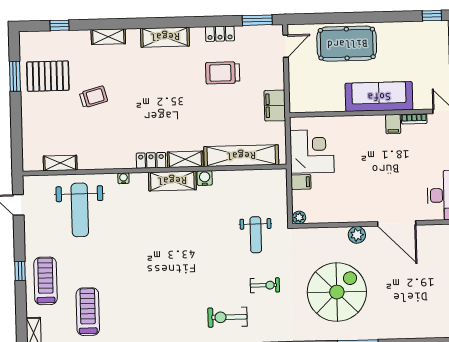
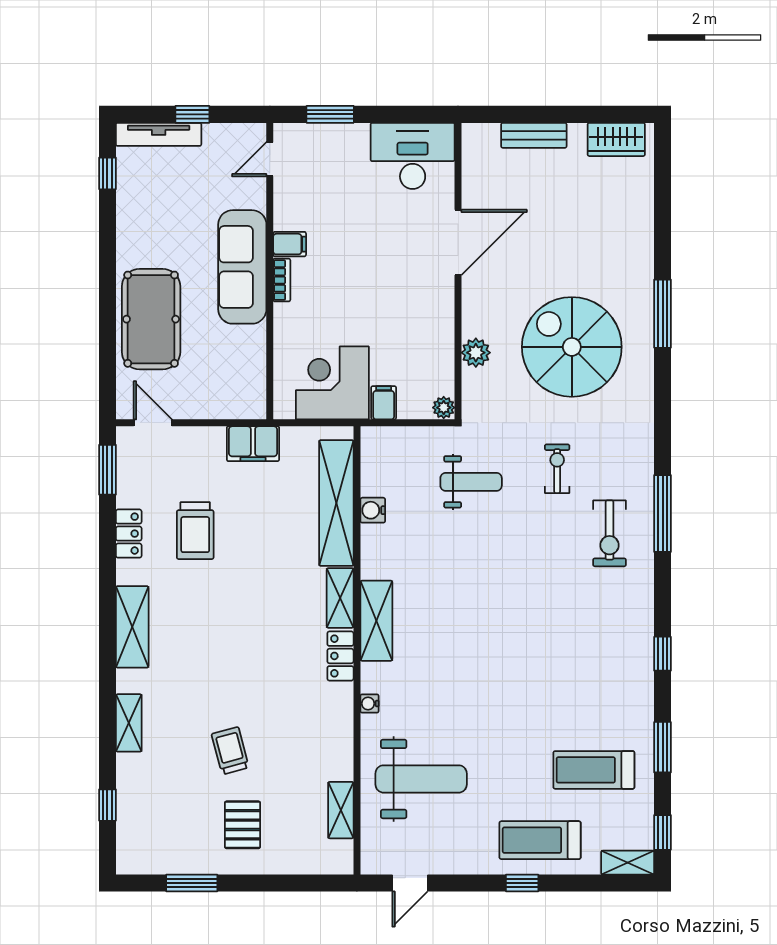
pallet: (48, 76) -> (242, 825), moved, width x0.67, depth x0.71
bookcase: (414, 119) -> (282, 280), moved
water cooler: (205, 178) -> (373, 510), moved
plant: (357, 235) -> (476, 353), moved

